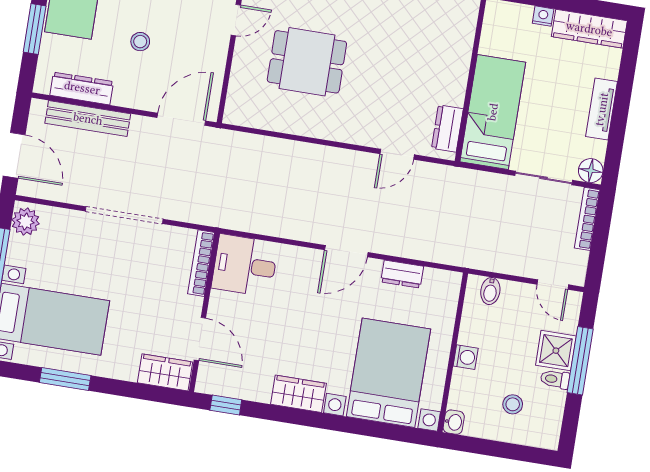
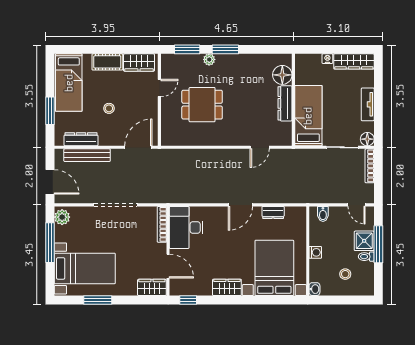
floor lamp: (458, 32) -> (282, 75), added
dresser: (447, 129) -> (285, 103), moved, width x1.44
desk: (245, 265) -> (186, 227), width x1.37

